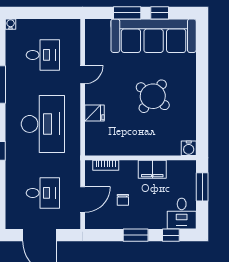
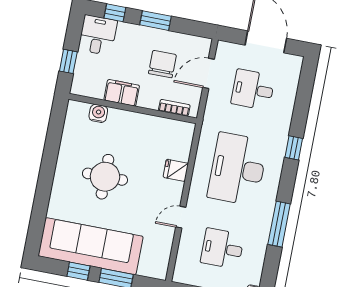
round table: (153, 96) -> (105, 177), turned -37
water cooler: (189, 148) -> (98, 113), moved
window: (202, 187) -> (68, 61), width x0.67
chair: (123, 200) -> (162, 64), width x1.87, depth x1.87

